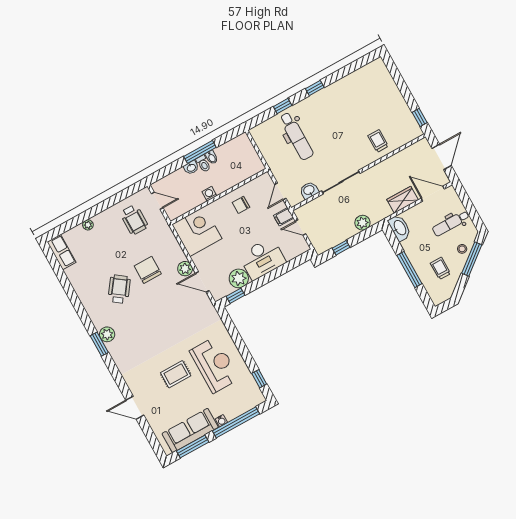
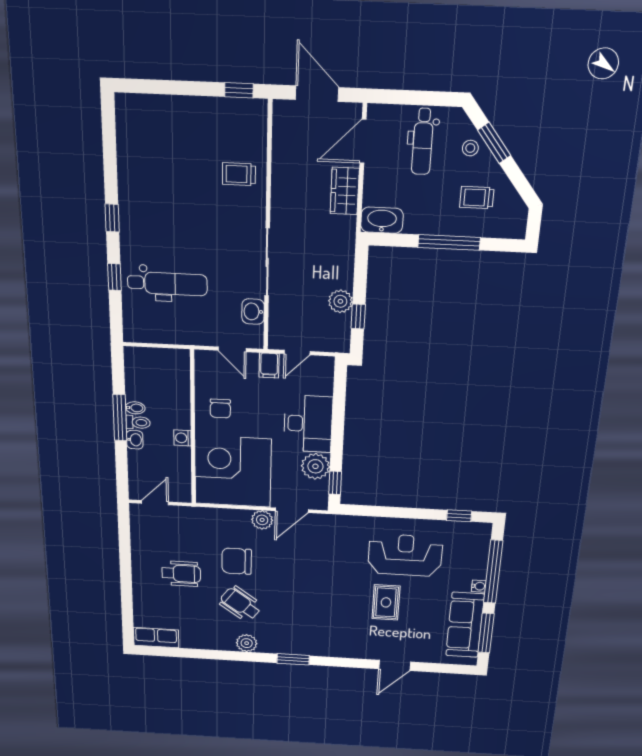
wheelchair: (134, 220) -> (181, 574), moved
plant: (362, 223) -> (340, 301), moved
plant: (88, 225) -> (140, 593), removed
corner desk: (197, 231) -> (233, 471), width x1.36, depth x1.36
window: (472, 259) -> (494, 143), width x0.69
plant: (107, 334) -> (247, 643), moved

